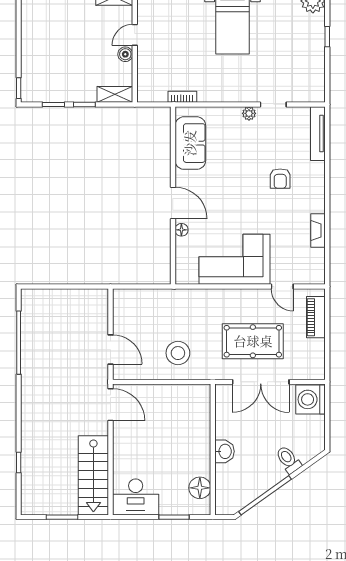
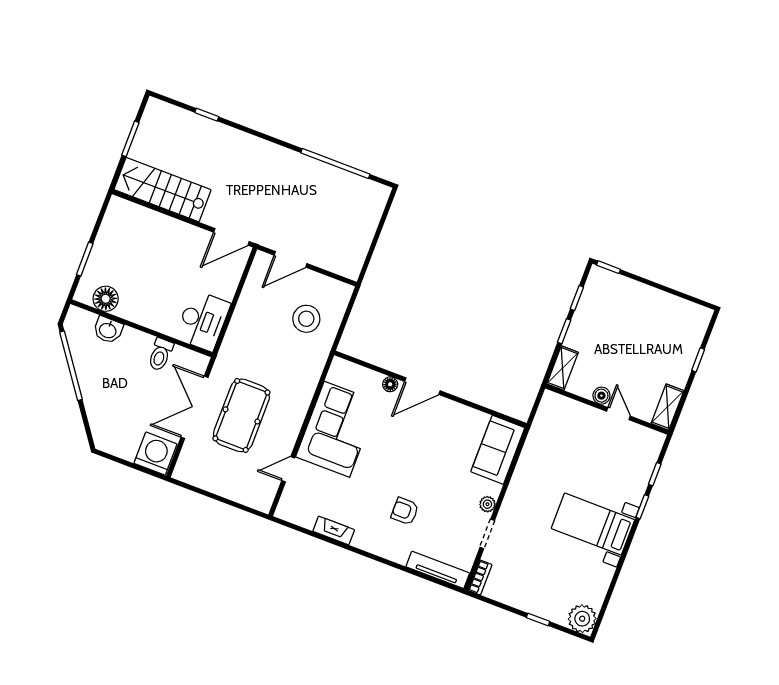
bookcase: (182, 97) -> (480, 577), moved
sofa: (190, 143) -> (498, 450), moved, turned 90
piano: (316, 317) -> (241, 493), removed
stool: (178, 353) -> (306, 319), moved
washbasin: (225, 451) -> (108, 330), moved
toilet: (288, 460) -> (160, 354), moved, turned 126
desk: (136, 497) -> (203, 321), moved, turned 180

